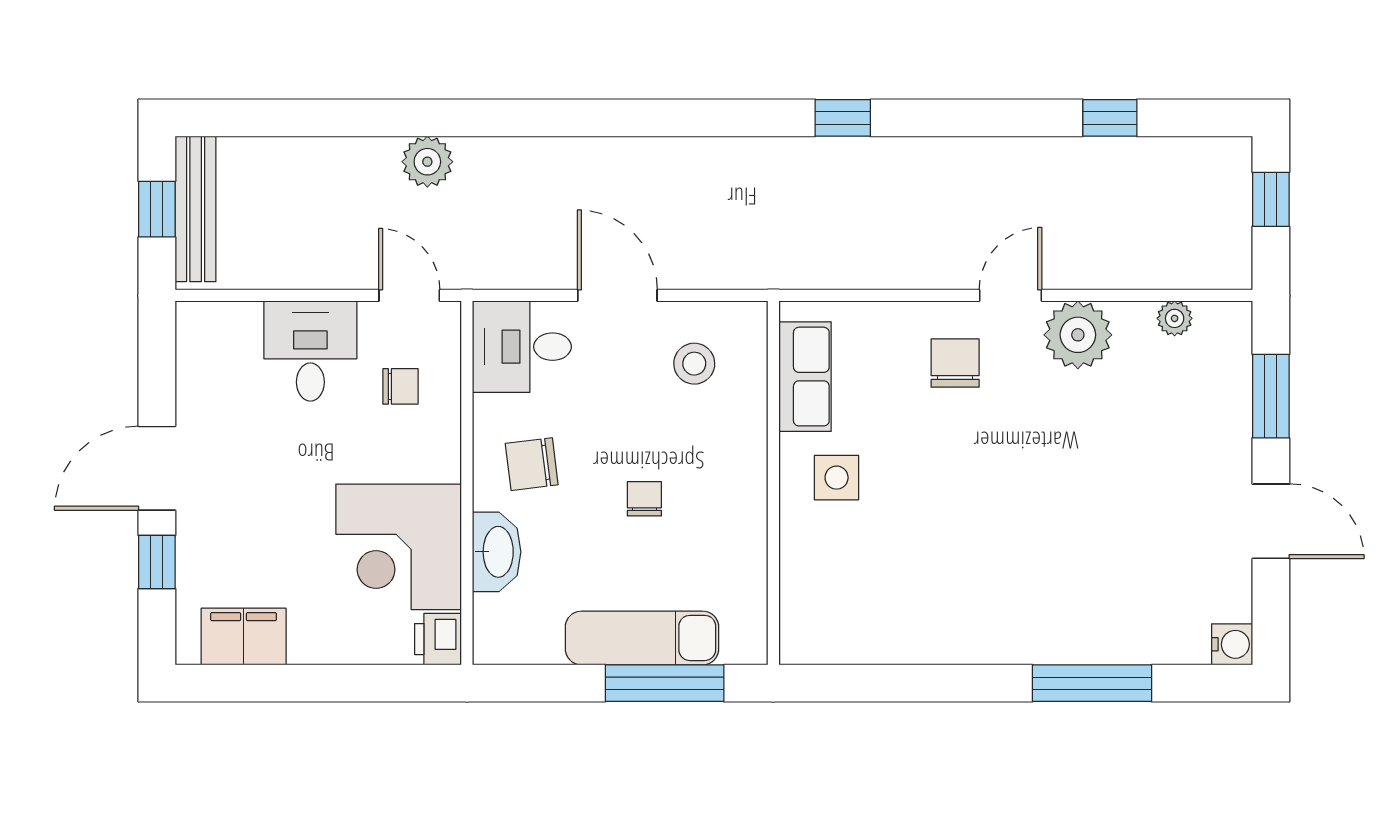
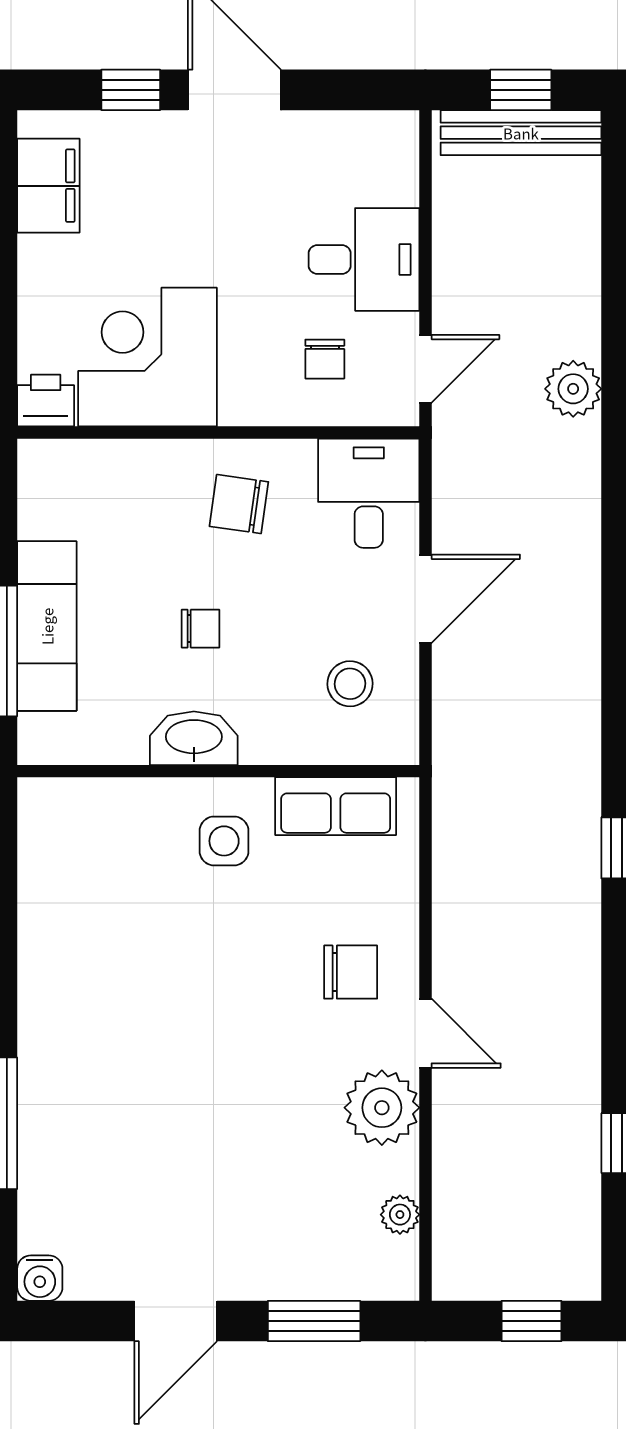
chair: (532, 464) -> (239, 504), turned -75
washbasin: (497, 552) -> (194, 738), moved, turned 180

